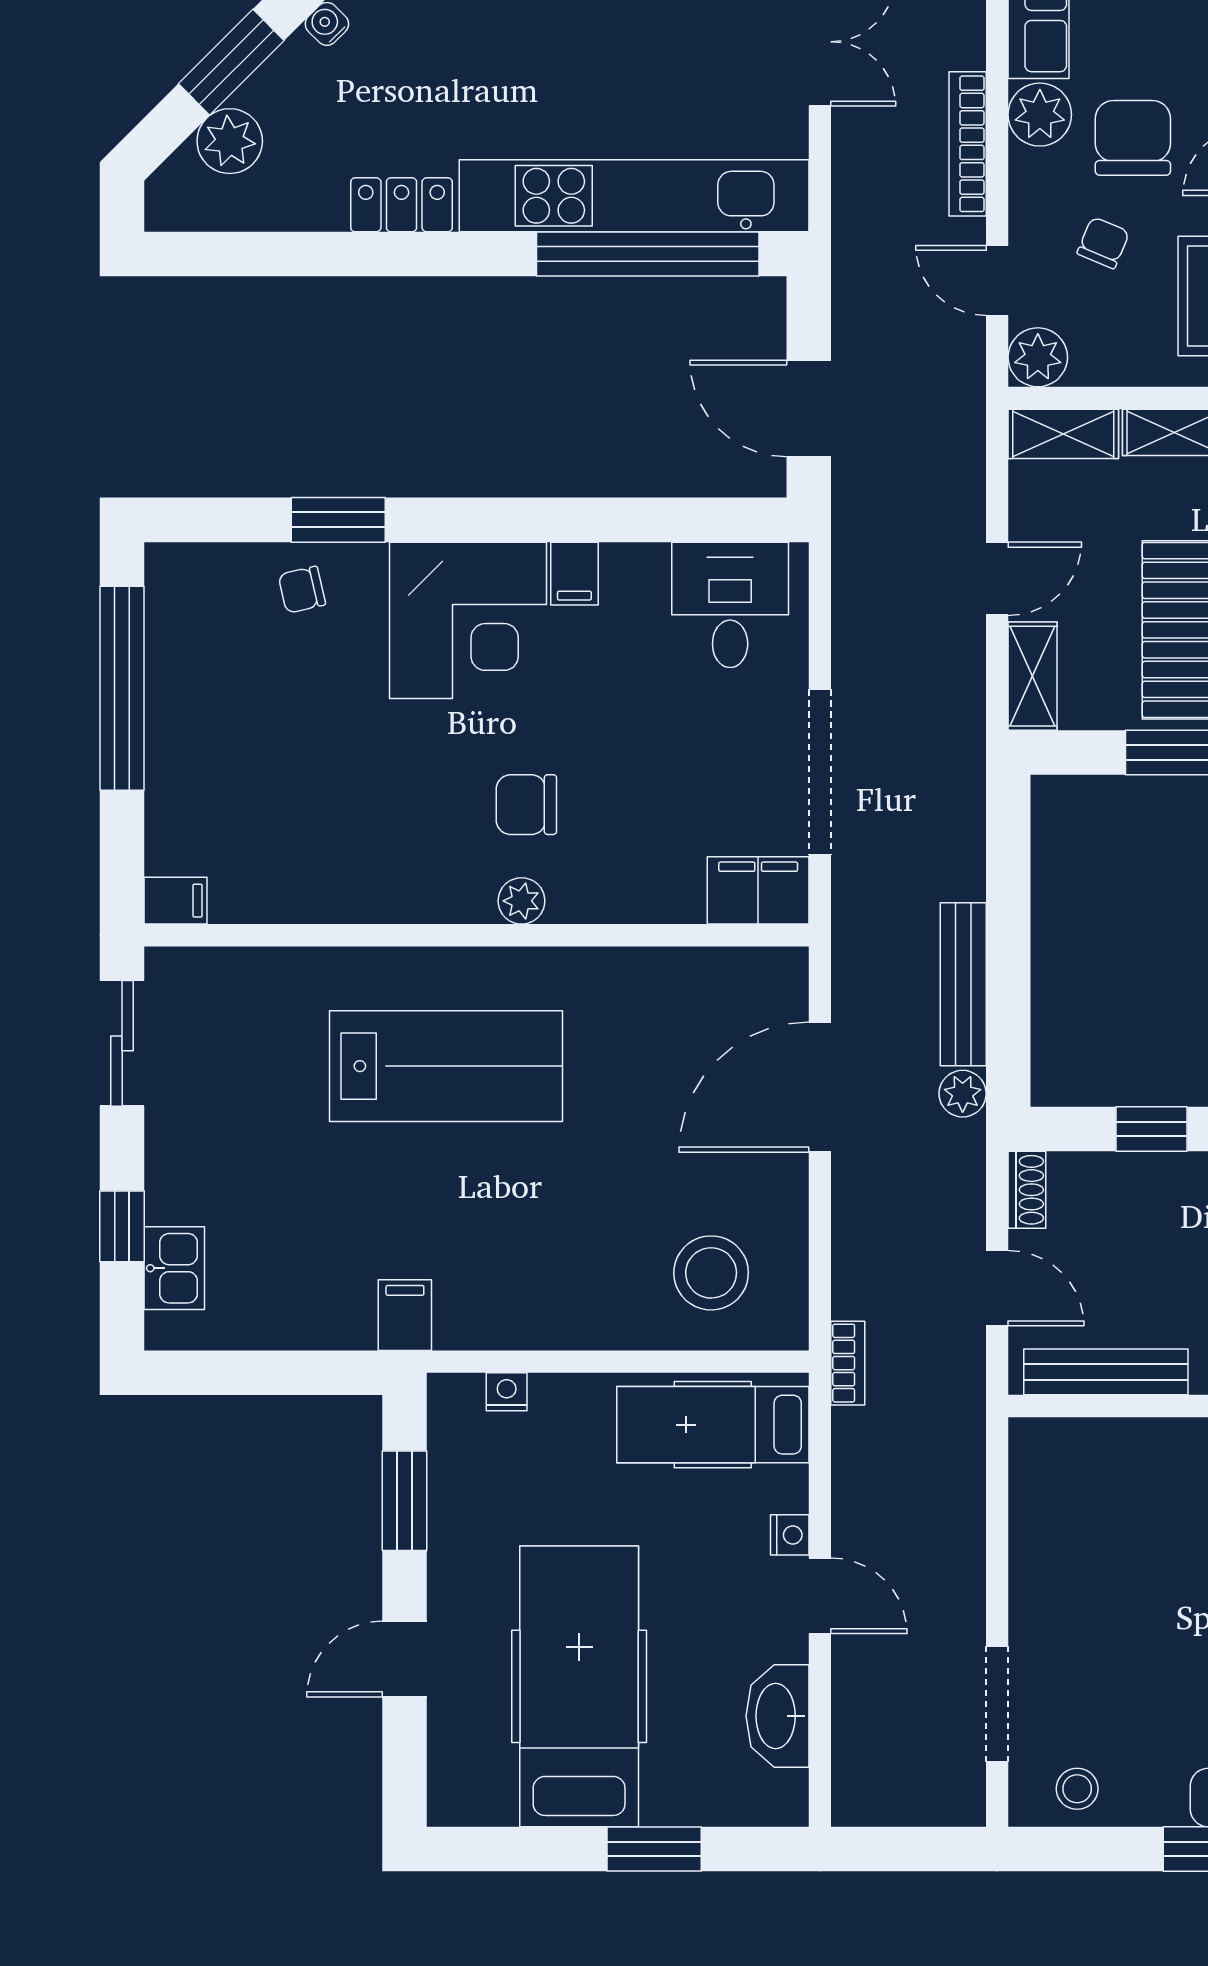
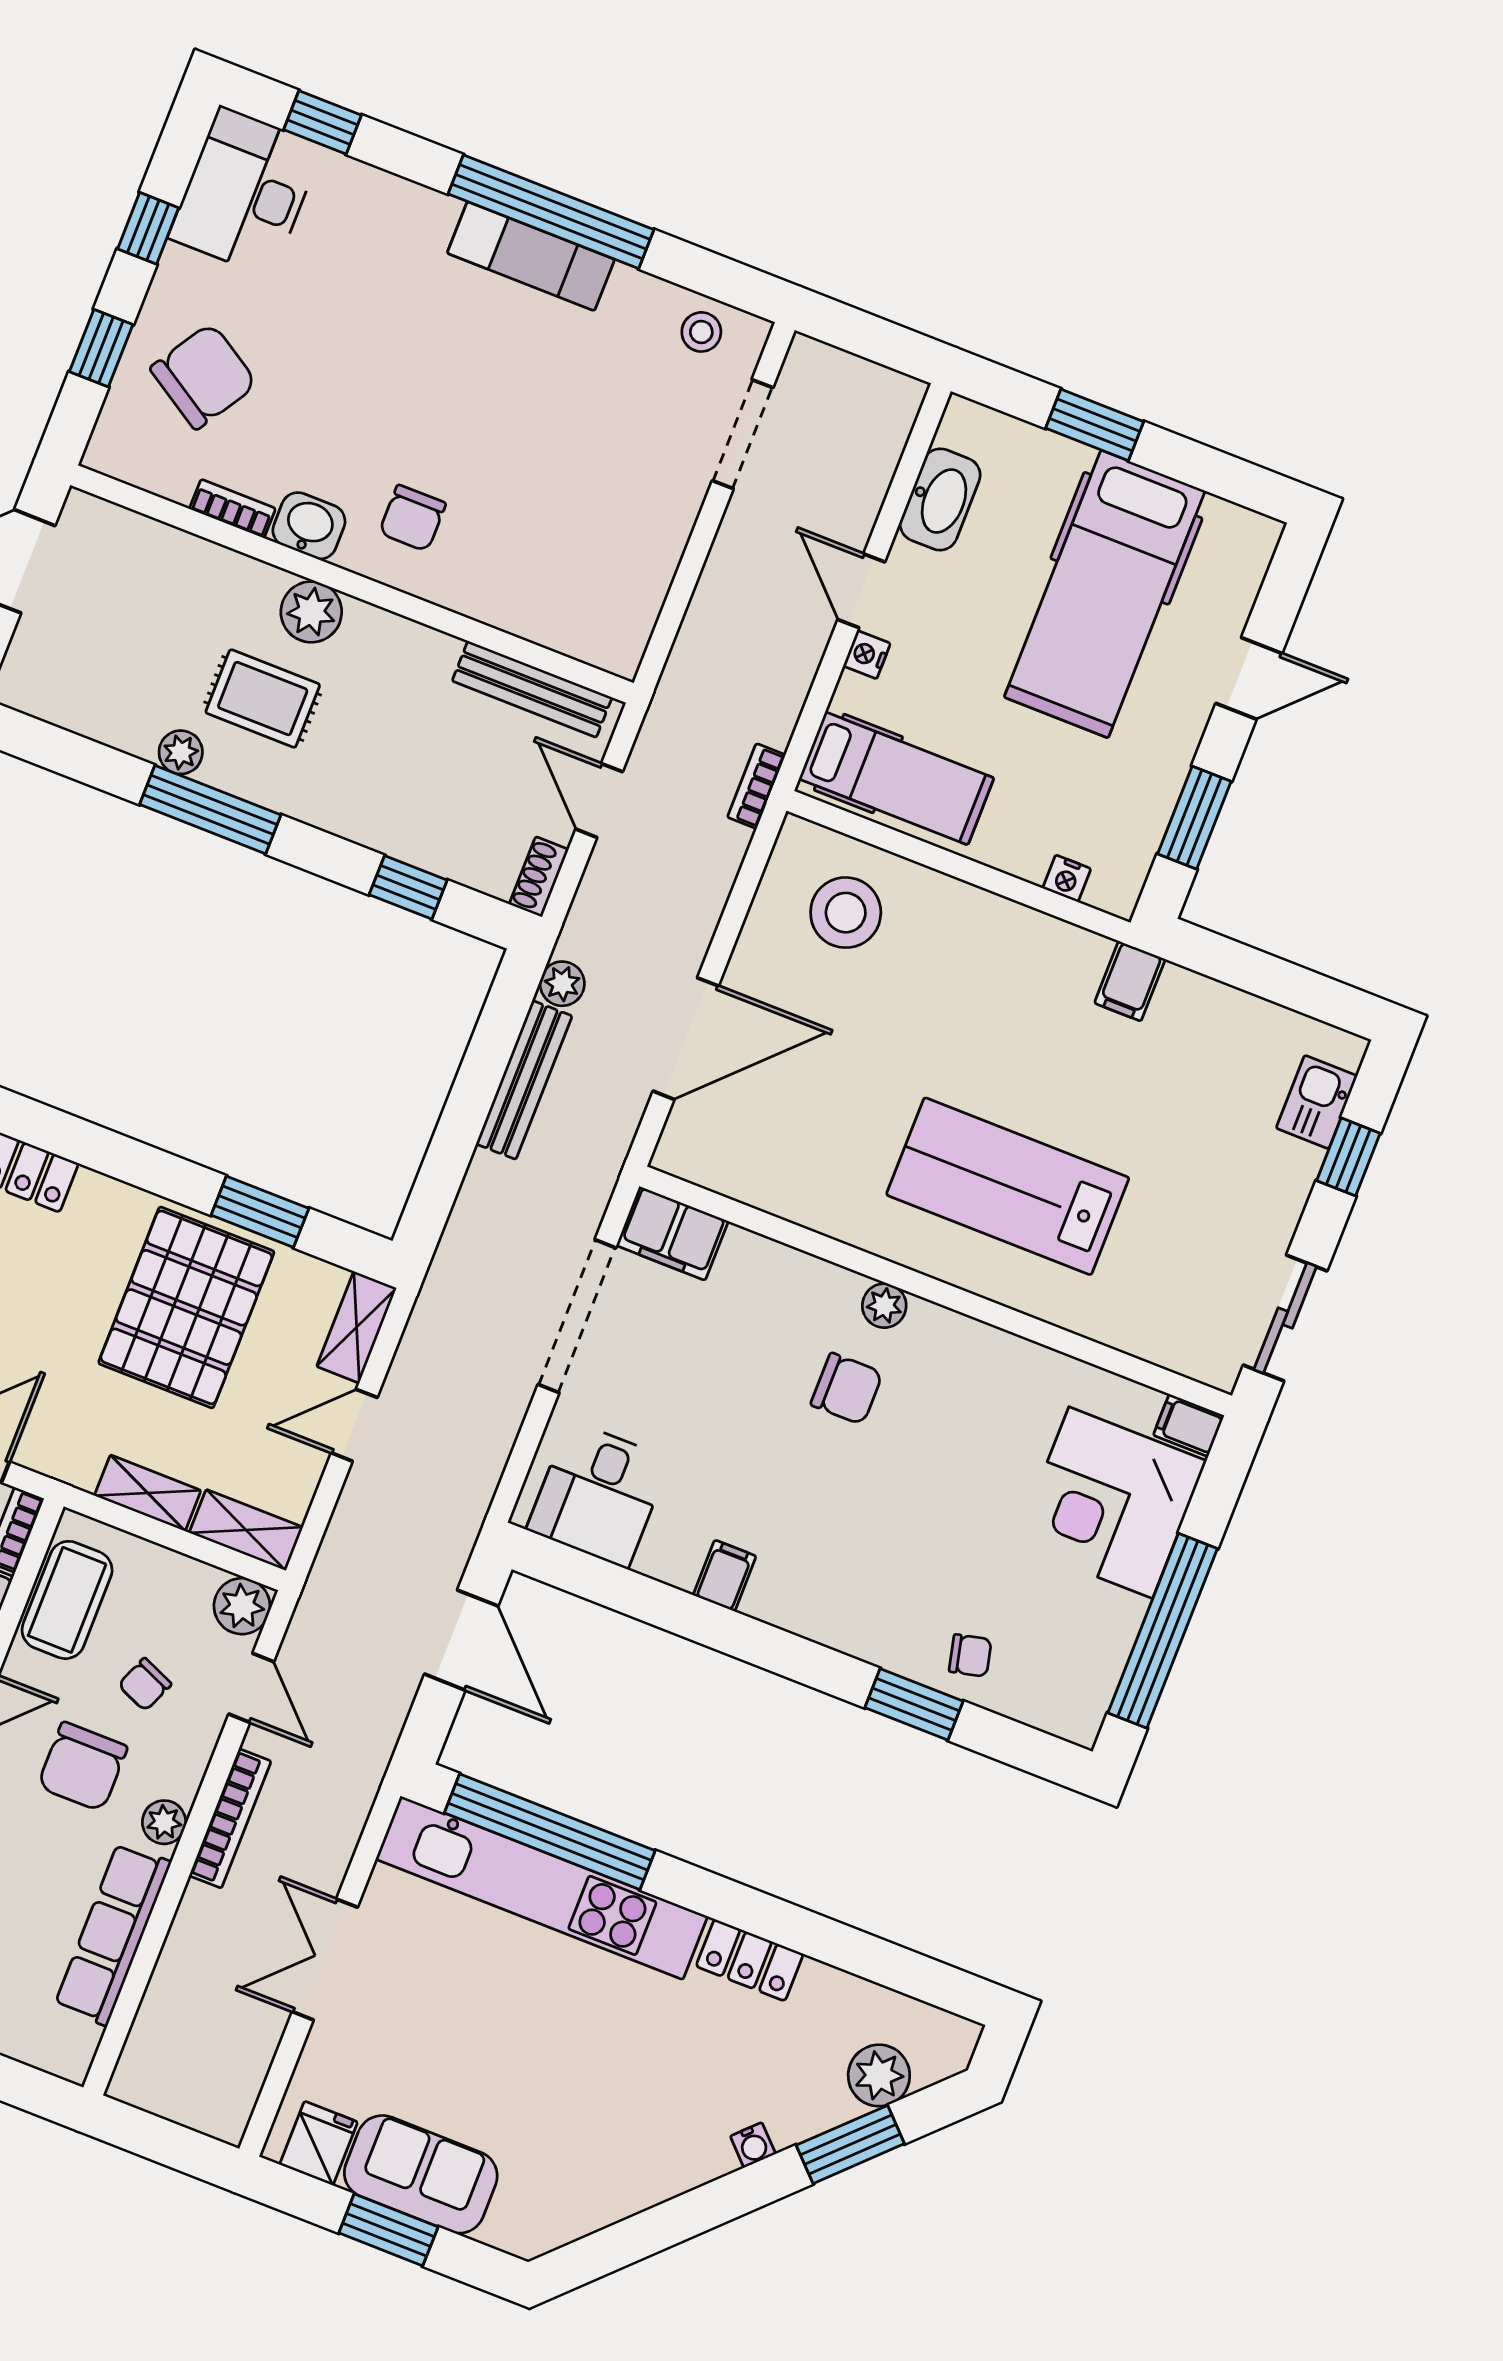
plant: (1040, 115) -> (164, 1822), width x0.73, depth x0.73
corner desk: (468, 620) -> (1111, 1503), moved, turned -90

